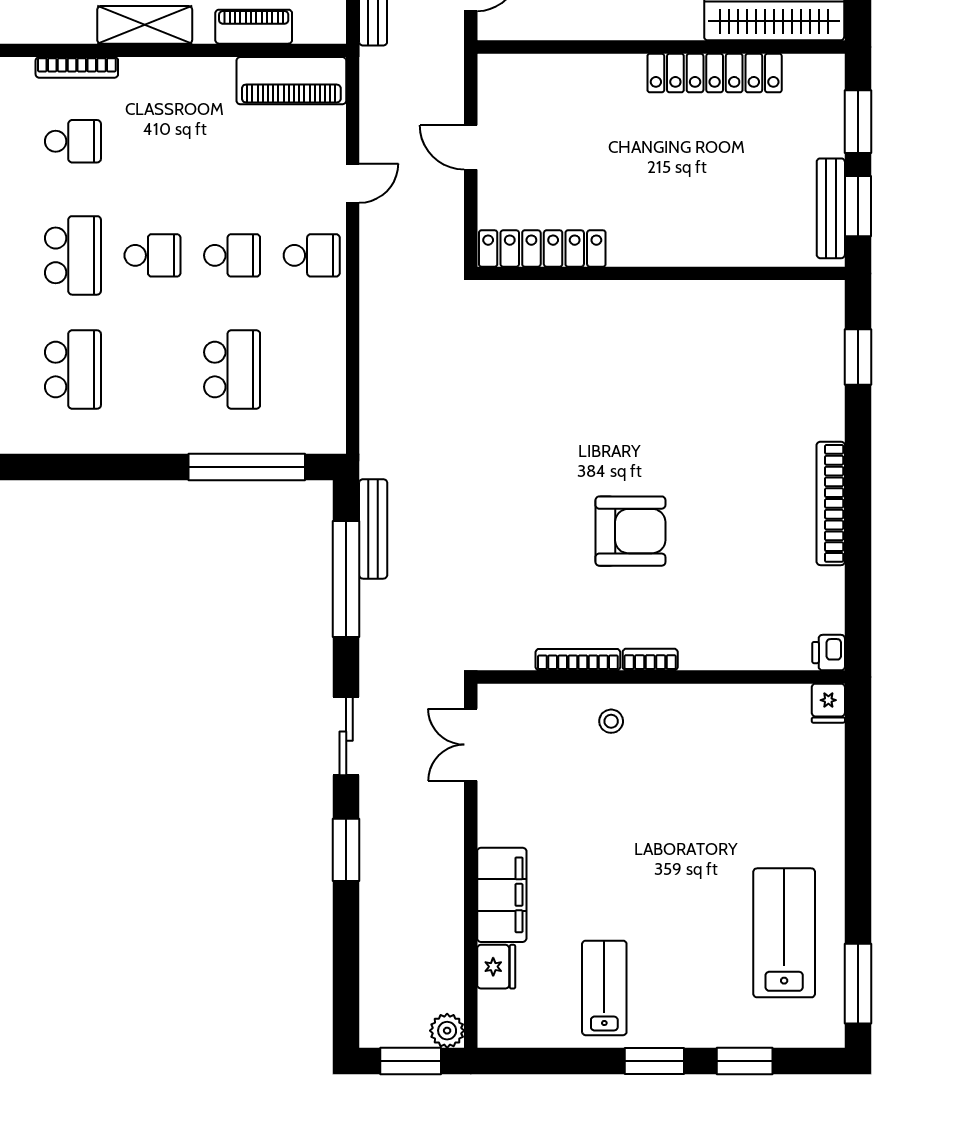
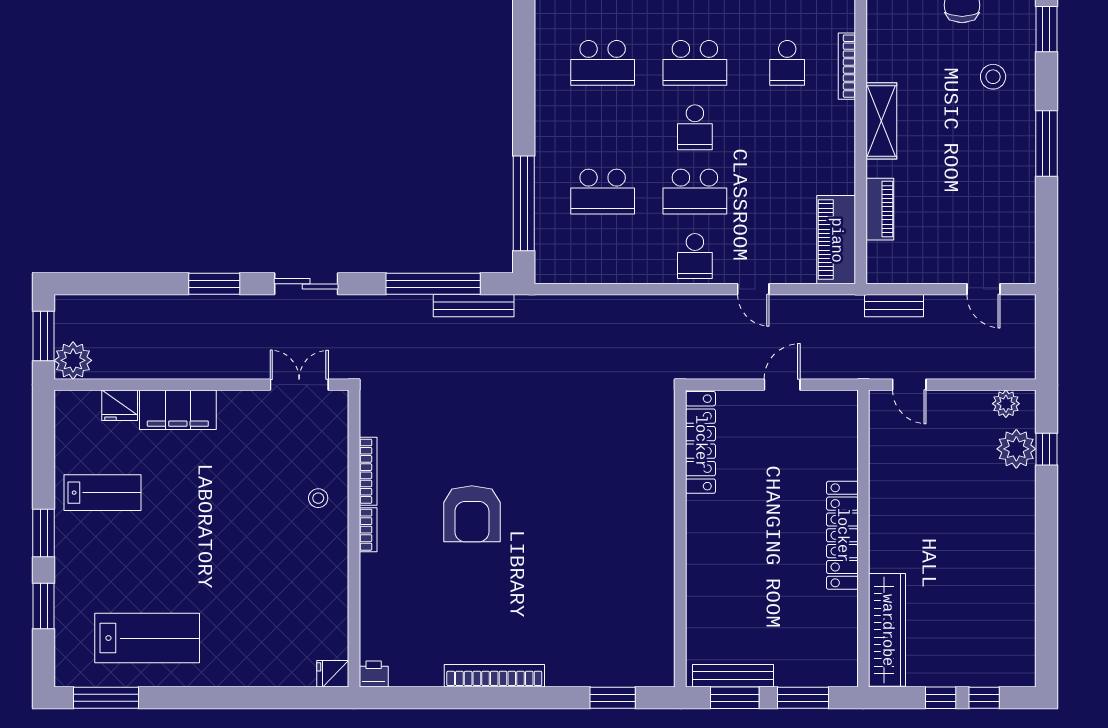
locker: (715, 73) -> (842, 535), moved
school desk: (232, 255) -> (695, 192), width x1.85
plant: (447, 1031) -> (73, 360), width x1.36, depth x1.36

